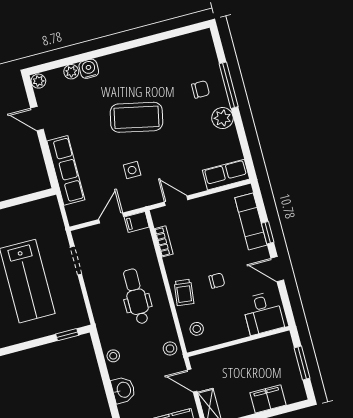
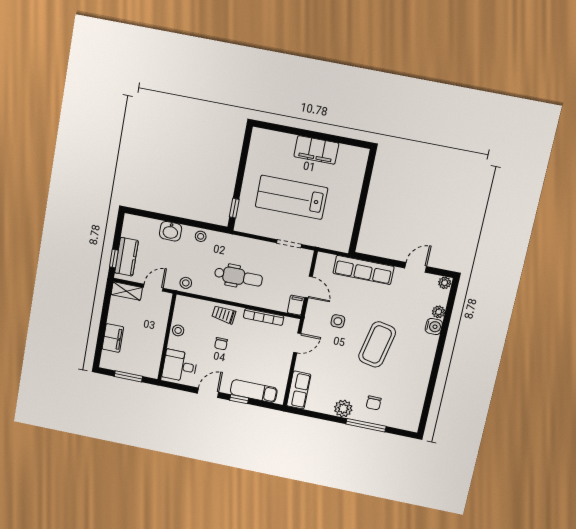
bookcase: (164, 241) -> (264, 317), width x1.56
stool: (197, 329) -> (178, 330), moved

